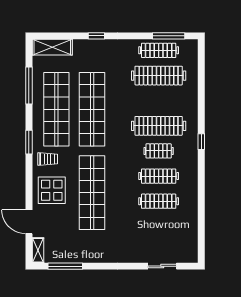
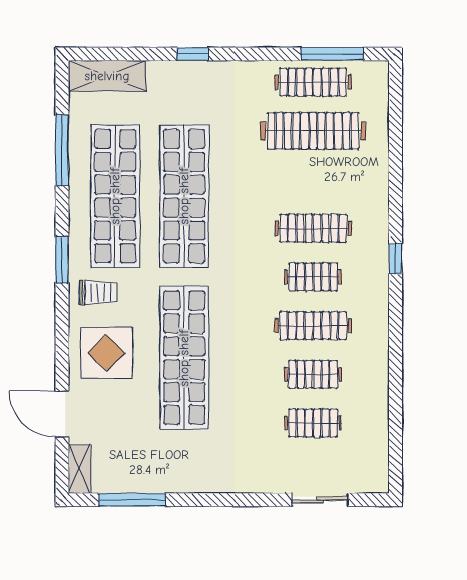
clothes rail: (159, 126) -> (313, 228), width x0.73, depth x0.76
clothes rail: (159, 201) -> (313, 374), width x0.73
clothes rail: (159, 226) -> (313, 423), added

